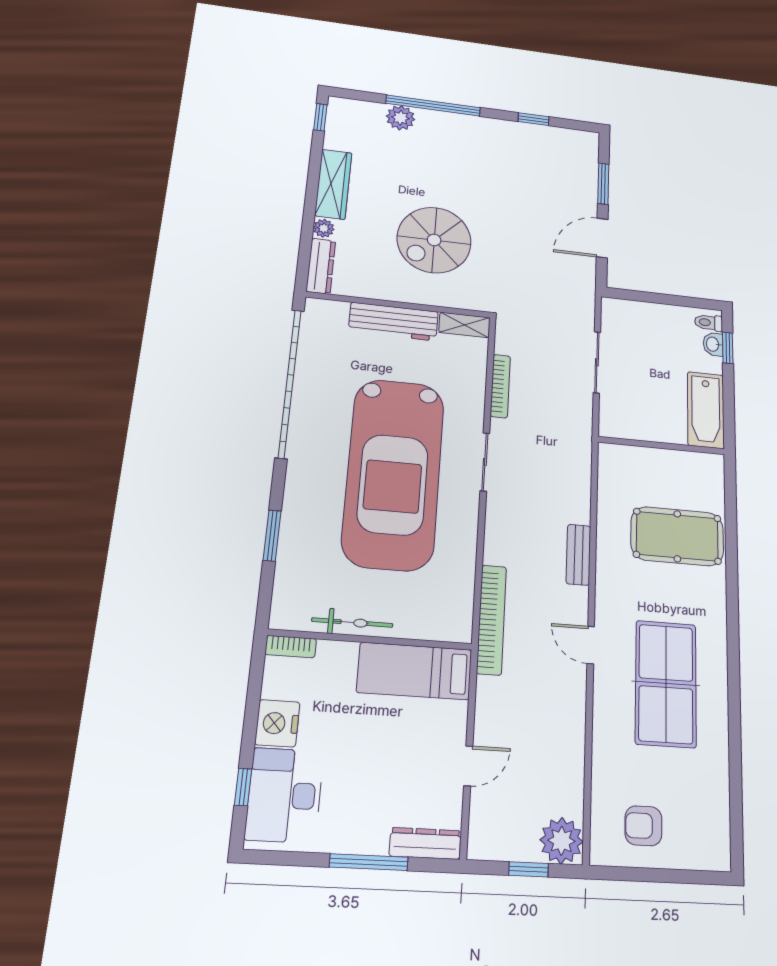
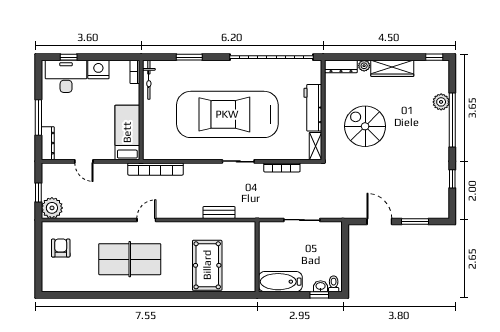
bench: (578, 555) -> (219, 212), moved
bicycle: (352, 623) -> (149, 80), moved

